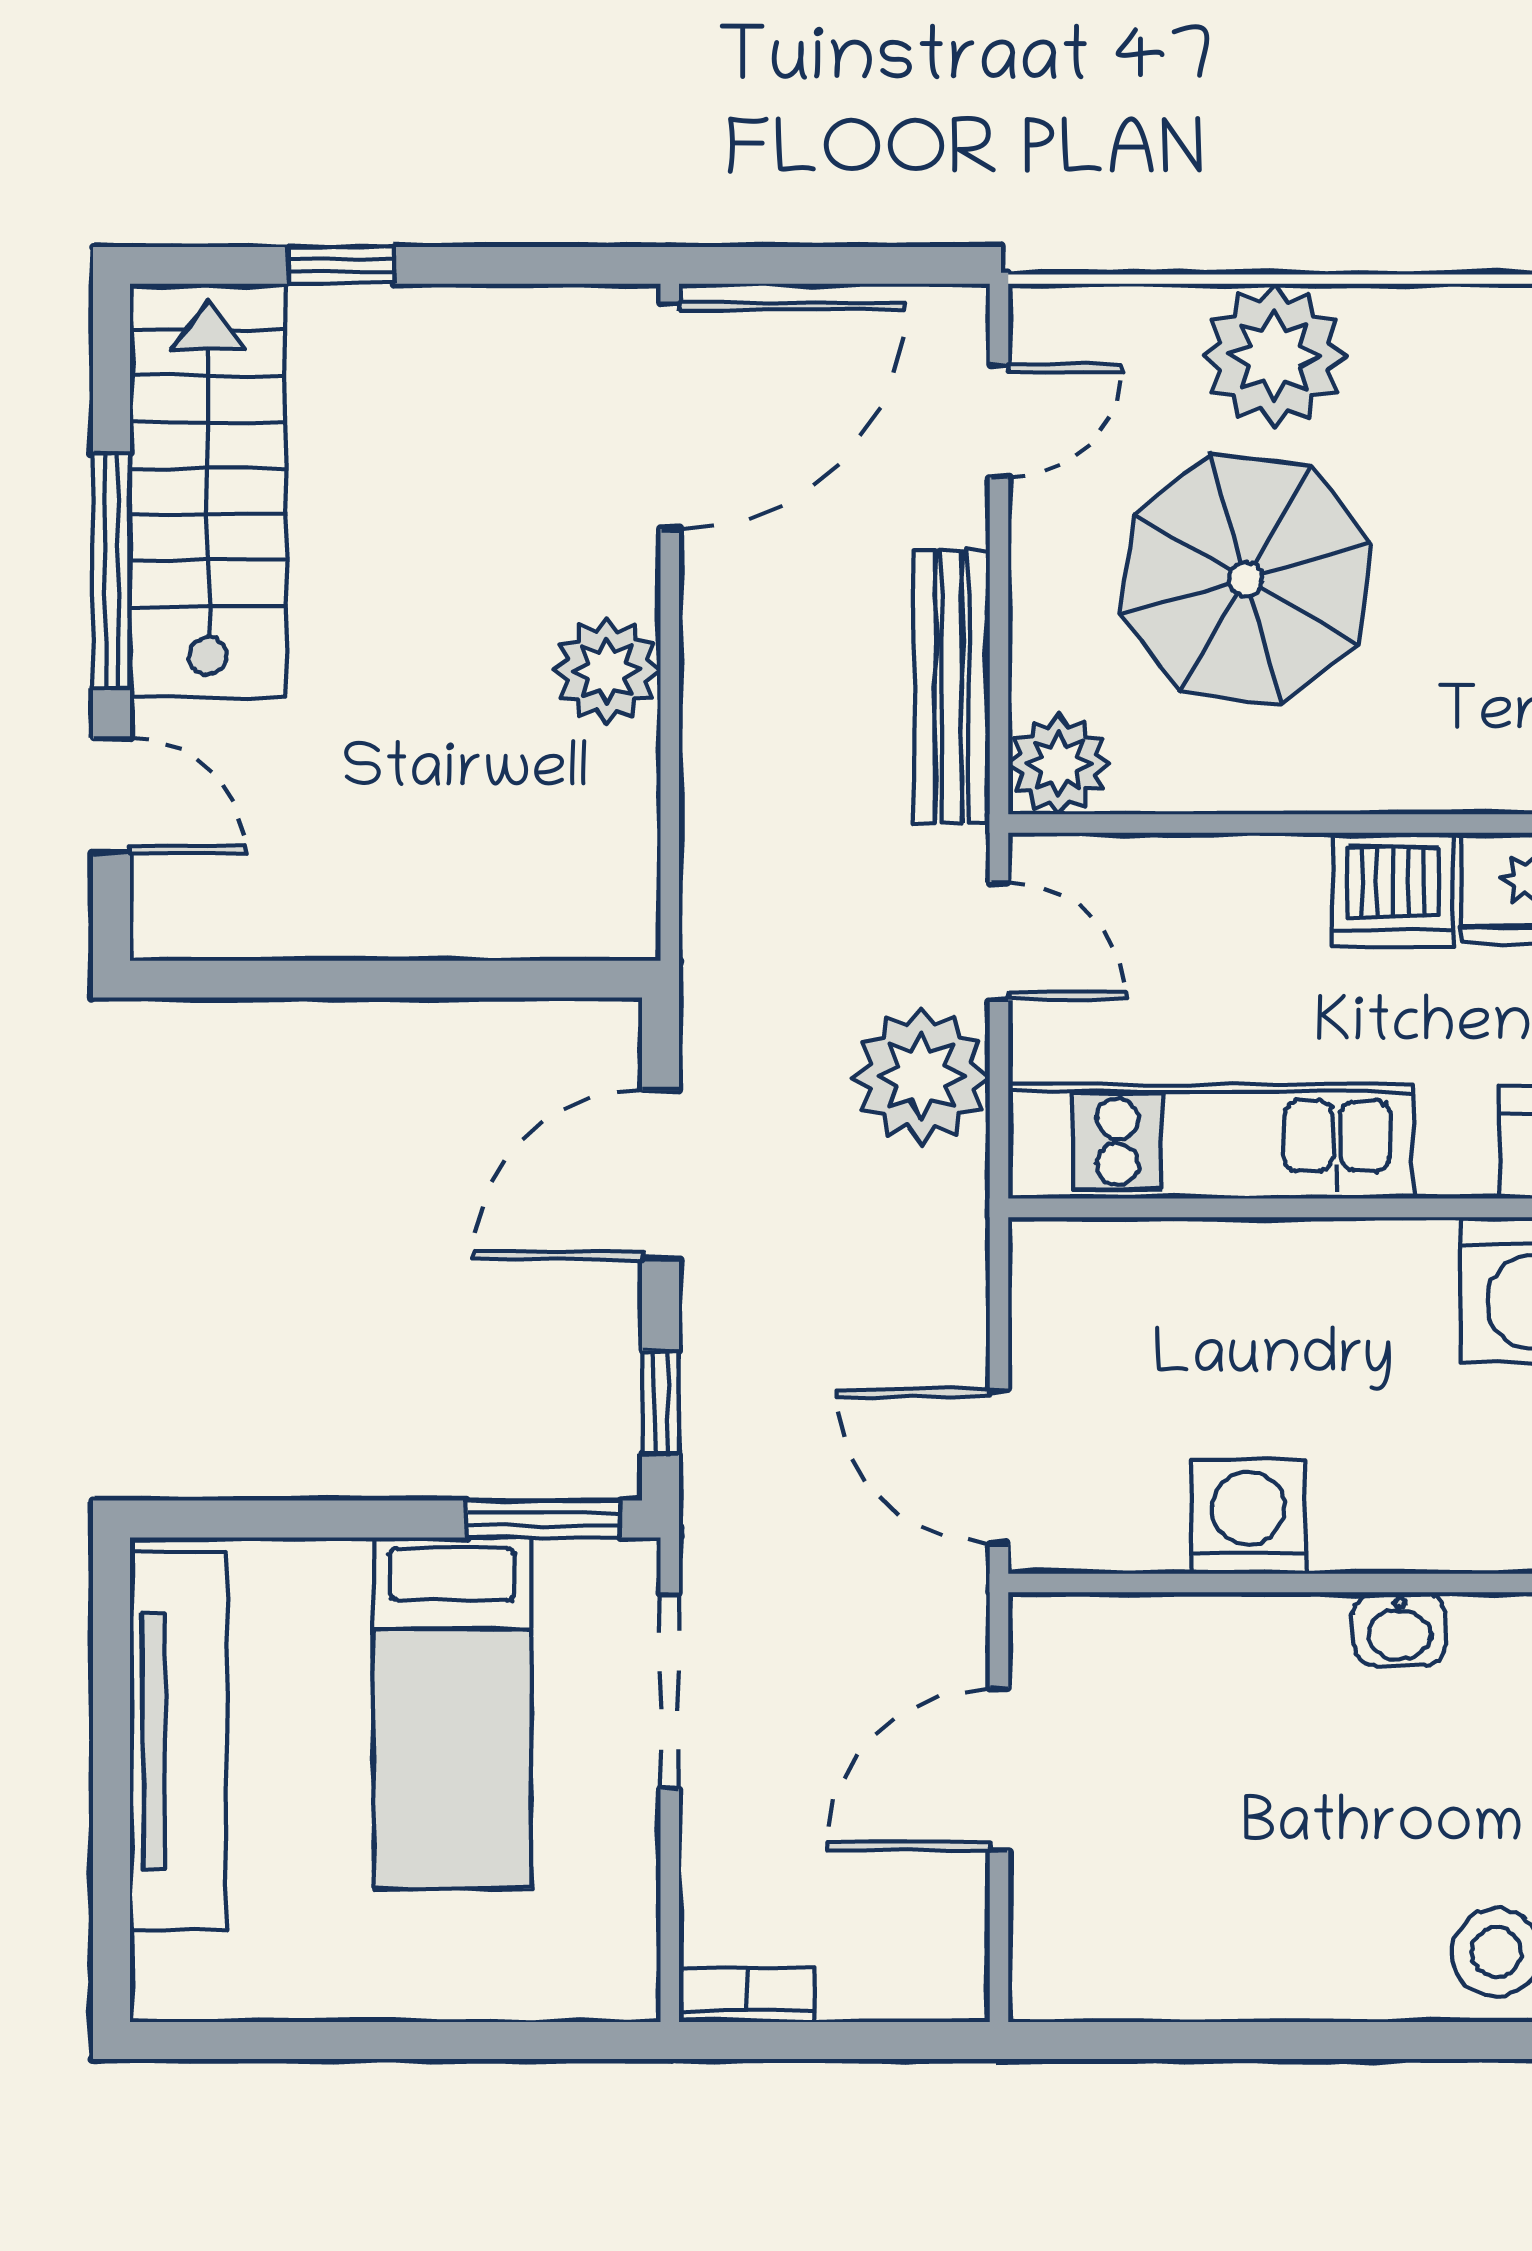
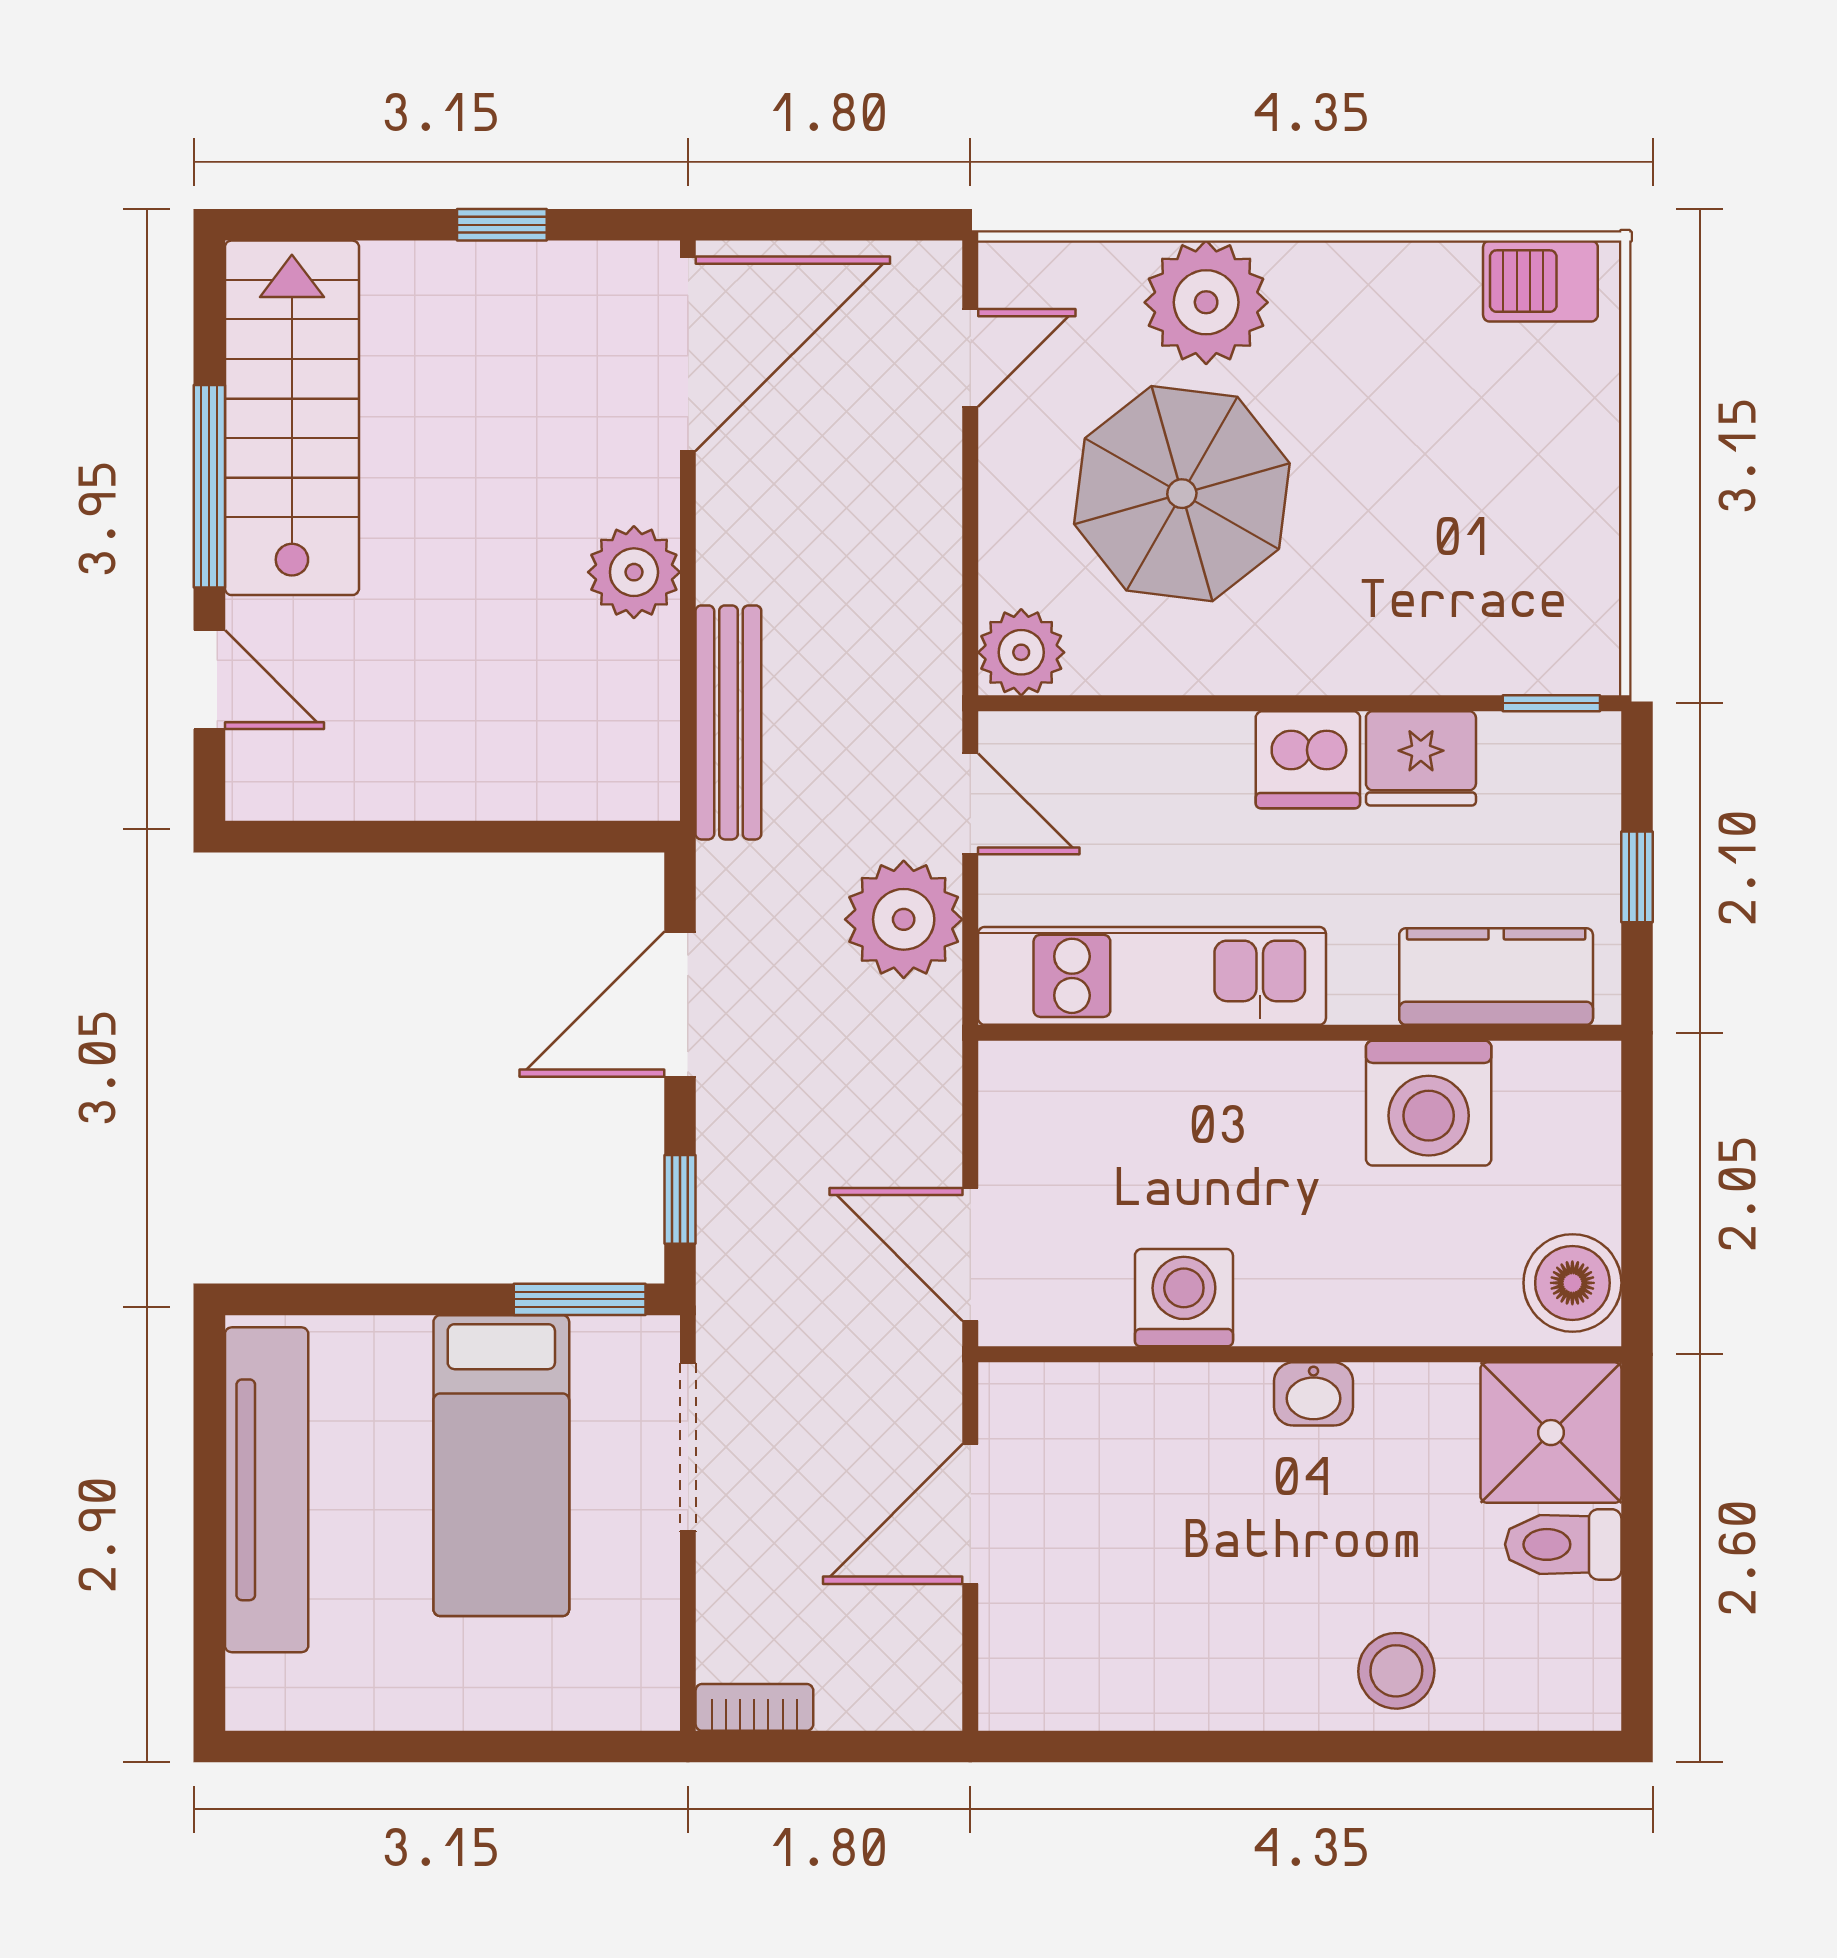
window: (341, 265) -> (502, 225), moved
bench: (952, 687) -> (728, 722), moved

